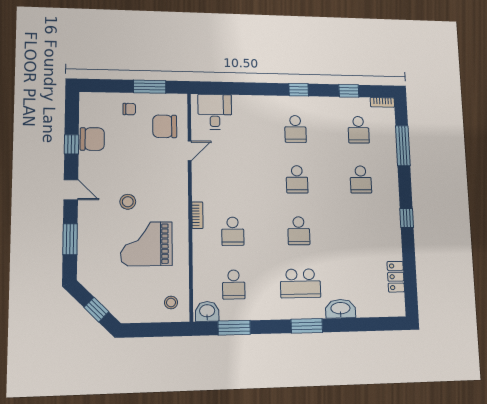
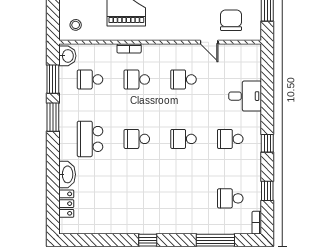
desk: (215, 112) -> (245, 96), moved
school desk: (361, 180) -> (183, 79), moved
bookcase: (197, 215) -> (129, 48), moved
locker: (396, 277) -> (66, 204), moved, turned 90
window: (307, 326) -> (53, 117), moved

